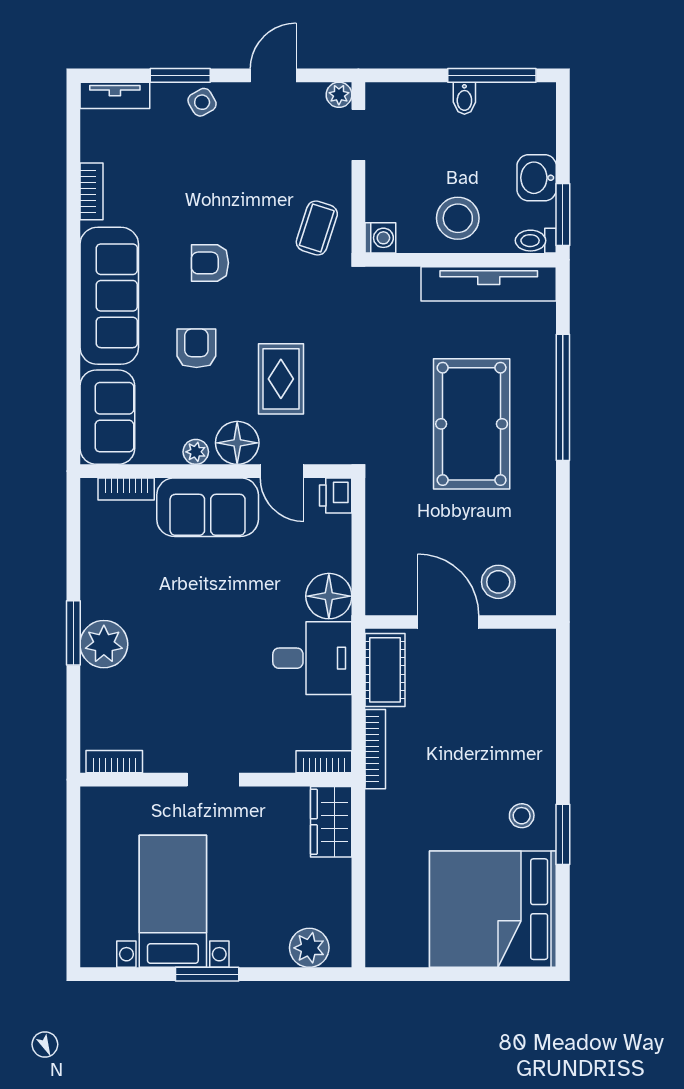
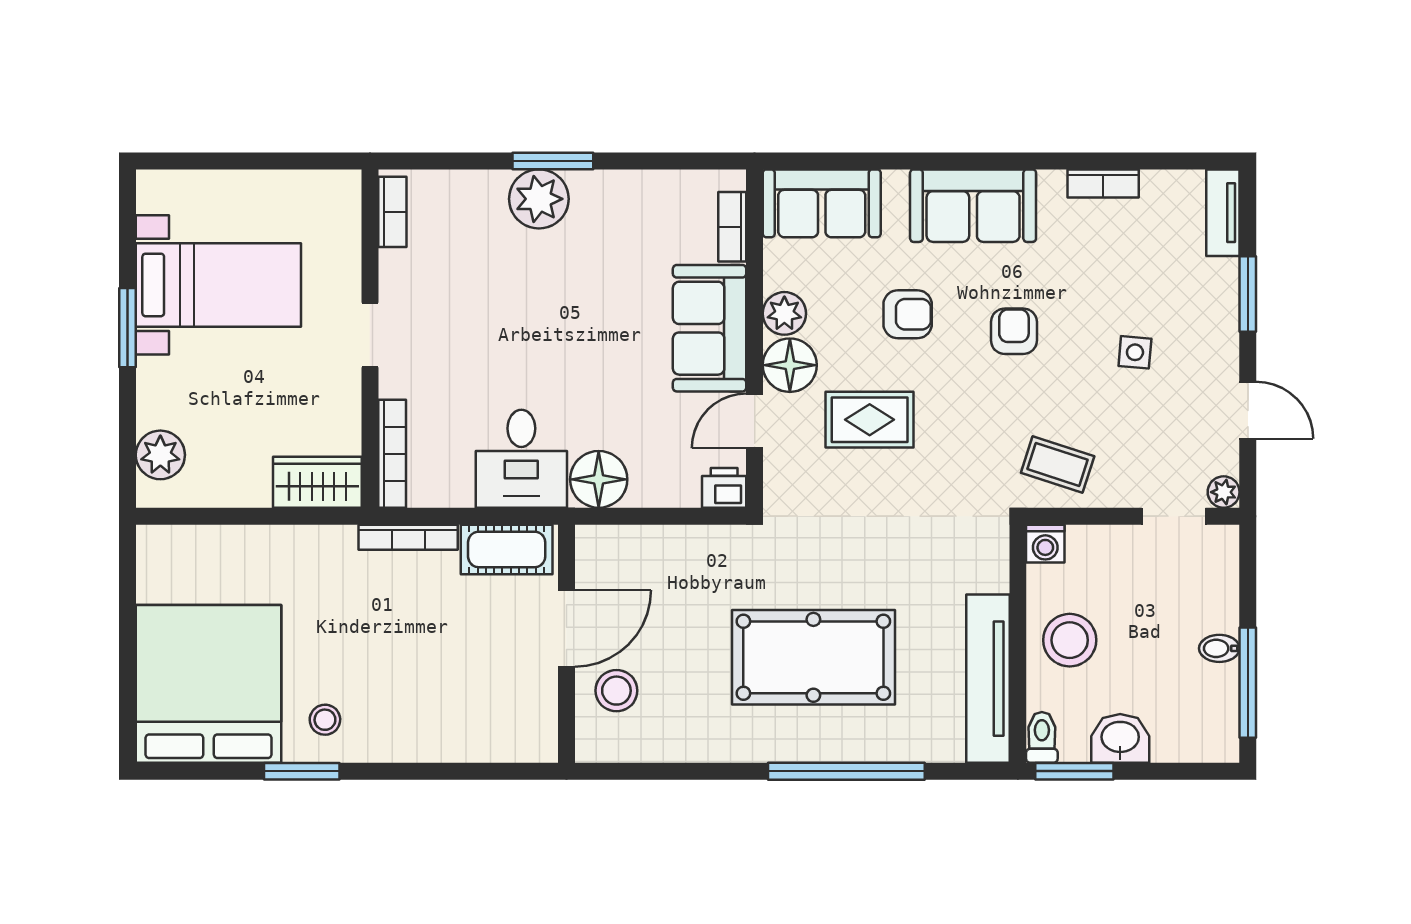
side table: (202, 102) -> (1135, 352), moved, turned 35
sofa: (109, 296) -> (973, 206), width x0.73
plant: (196, 452) -> (784, 313), width x1.38, depth x1.38
bookcase: (324, 762) -> (392, 454), width x1.56

